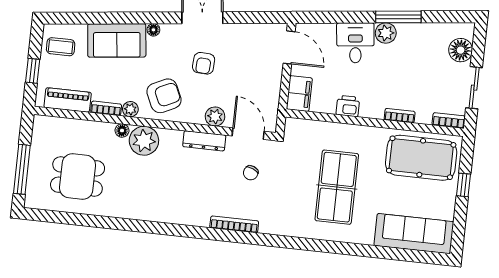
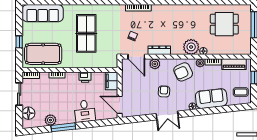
plant: (386, 33) -> (50, 120), moved

